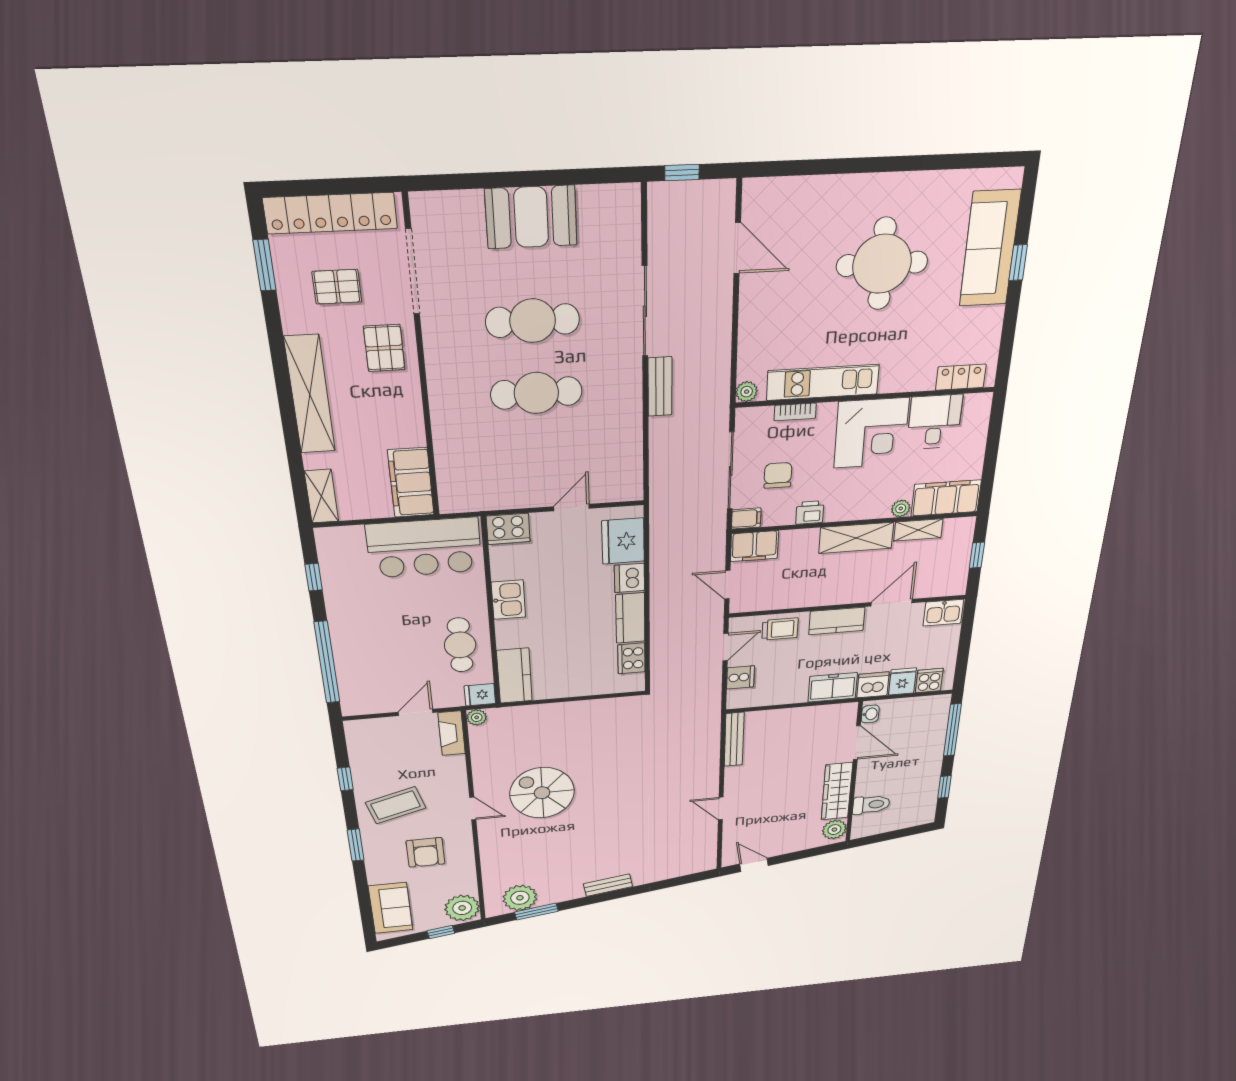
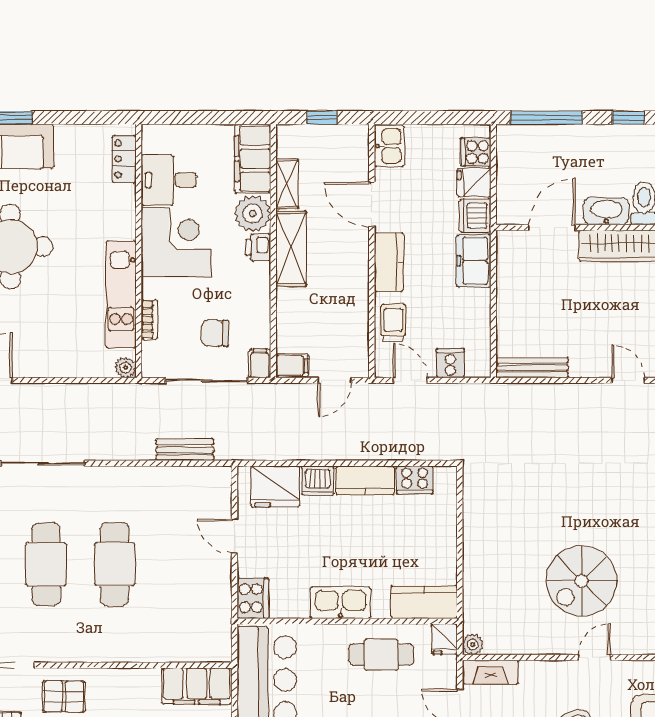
bench: (660, 387) -> (185, 450), moved
plant: (901, 508) -> (252, 213), width x1.88, depth x1.88
printer: (810, 513) -> (258, 247), moved
filing cabinet: (754, 546) -> (292, 366), width x0.50
kitchen sink: (508, 600) -> (340, 603), width x1.38
washbasin: (870, 714) -> (606, 211), moved, width x1.91, depth x1.45
door: (721, 808) -> (628, 380), swing flipped

